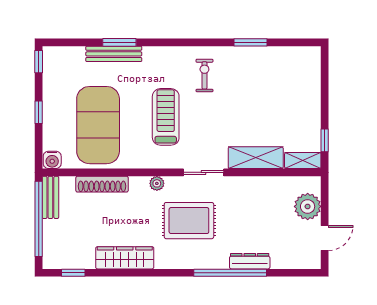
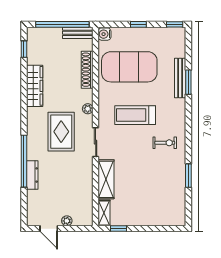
treadmill: (166, 117) -> (135, 115), turned 180
plant: (308, 206) -> (67, 221), width x0.53, depth x0.53

